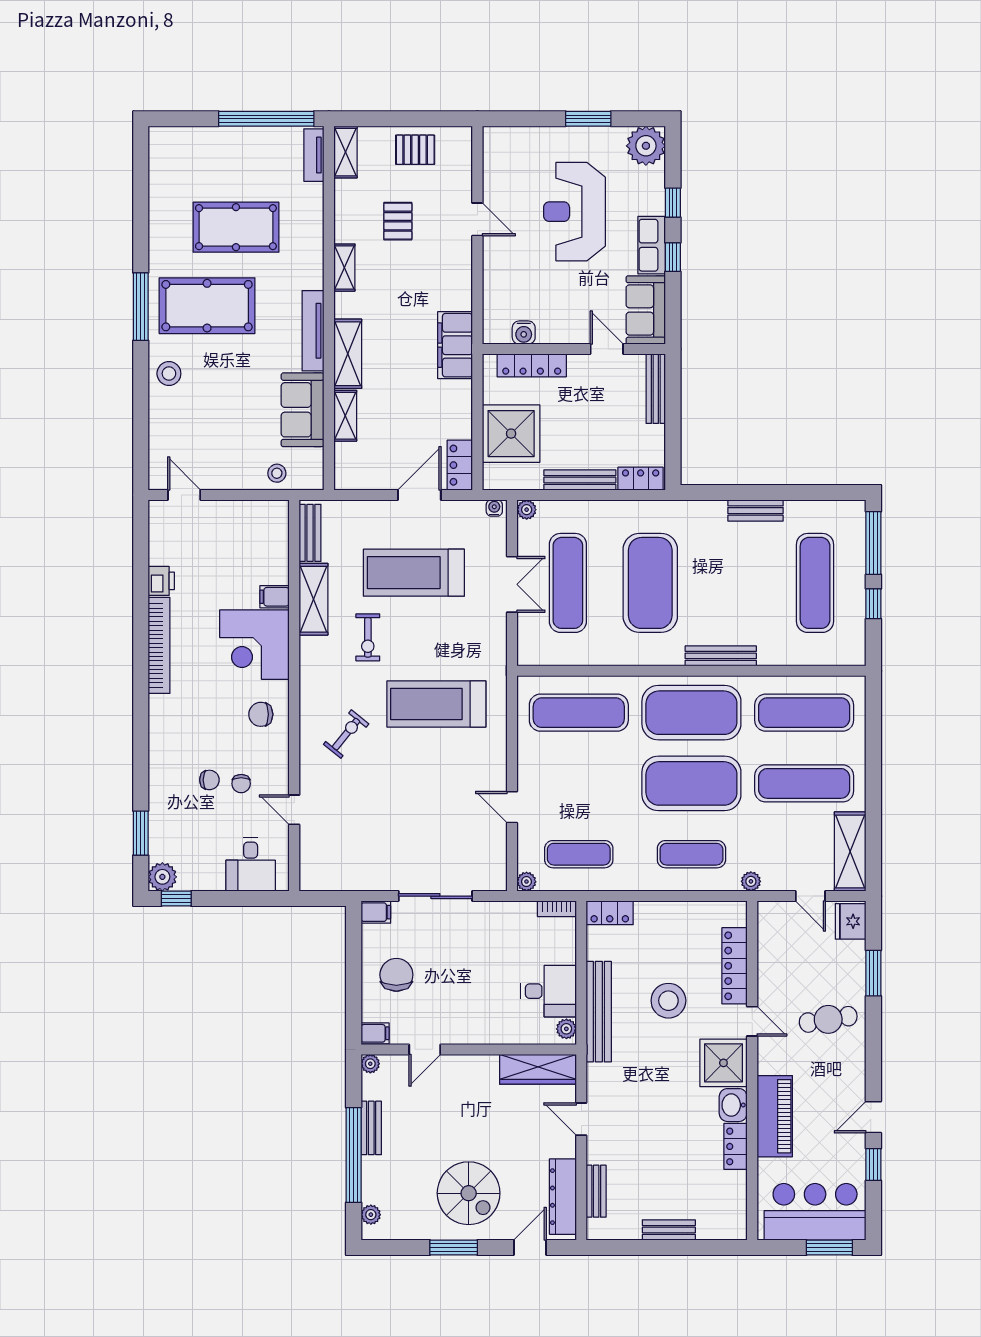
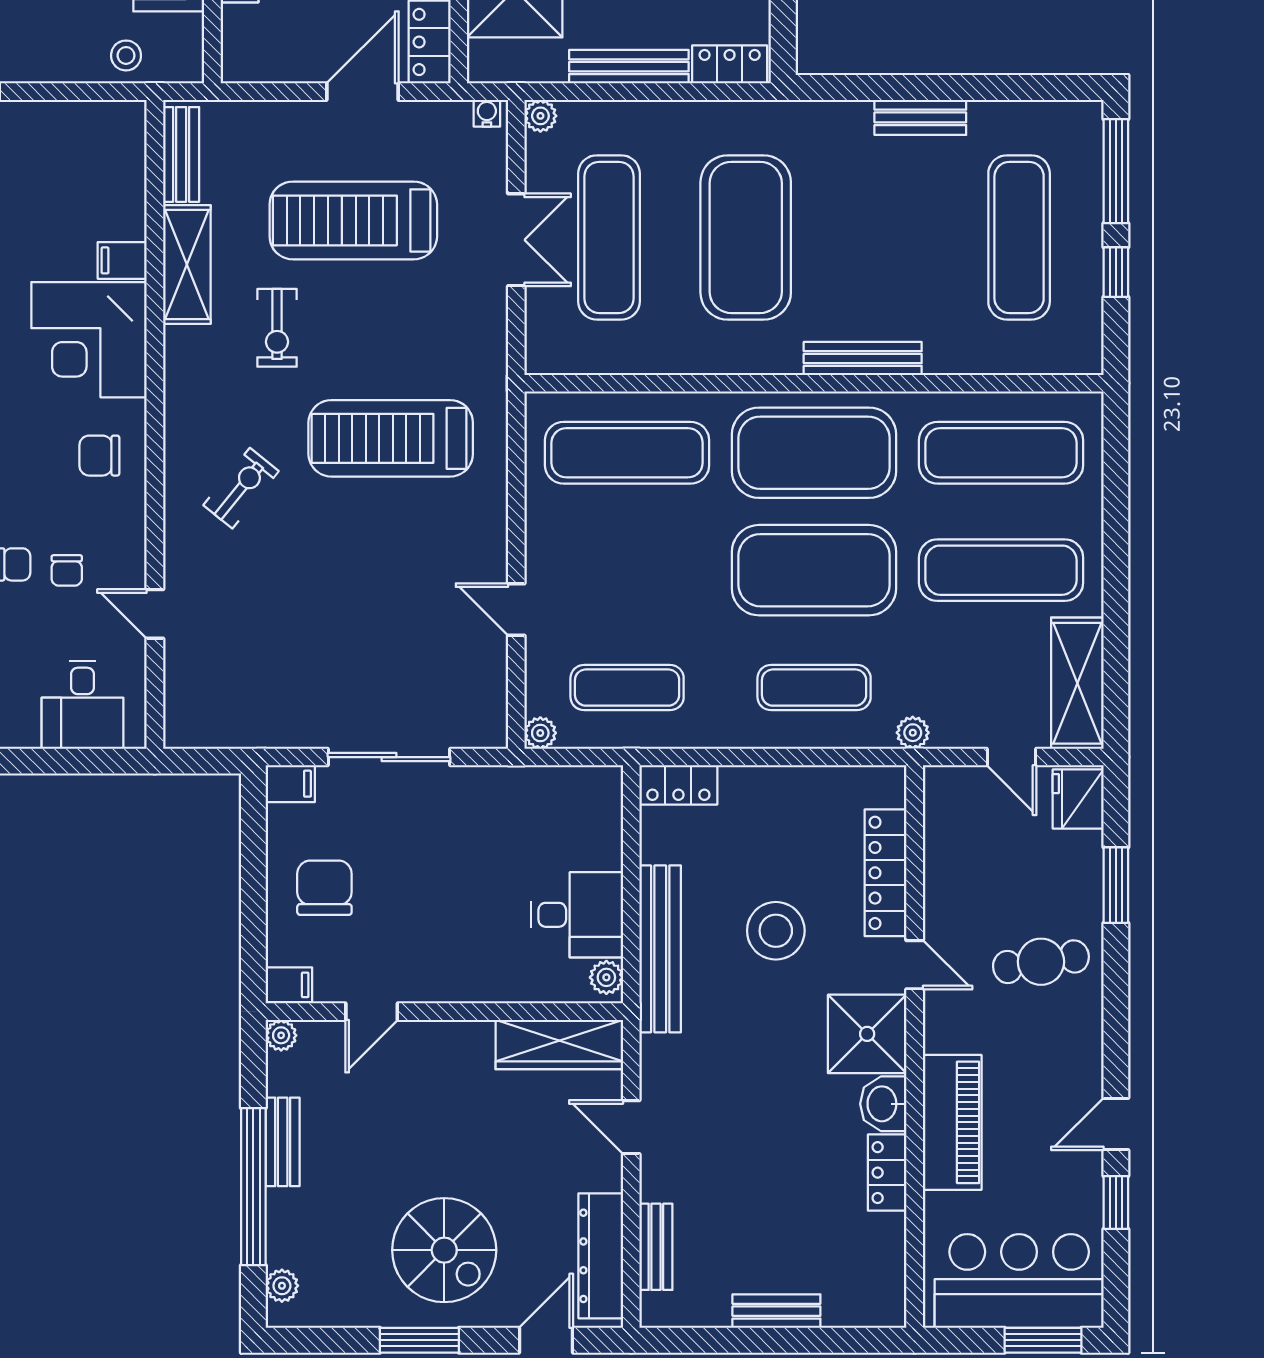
bookcase: (557, 909) -> (591, 778), removed

